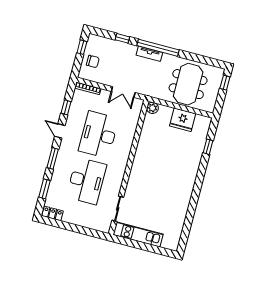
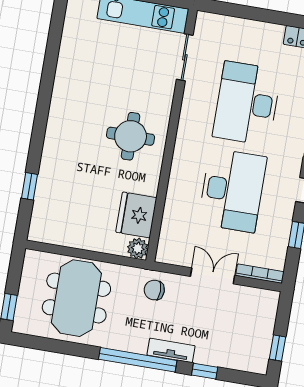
tv unit: (149, 54) -> (171, 350), moved
chair: (93, 61) -> (154, 290), moved
double door: (123, 92) -> (213, 276), moved
fridge: (183, 120) -> (136, 215), moved, turned -90
round table: (151, 169) -> (131, 136), added

